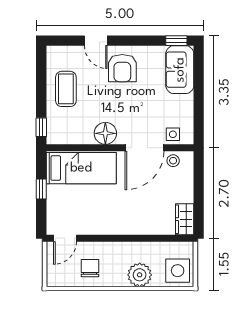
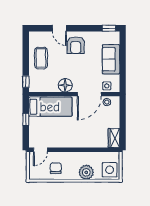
sofa: (180, 70) -> (111, 59), moved

